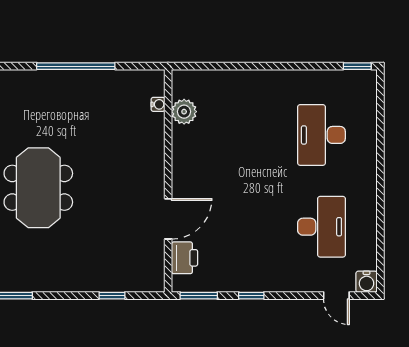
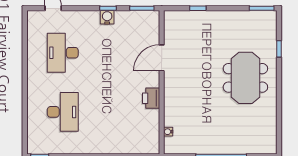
plant: (184, 112) -> (151, 127), removed
printer: (185, 258) -> (151, 98), moved
water cooler: (367, 282) -> (107, 17), moved

